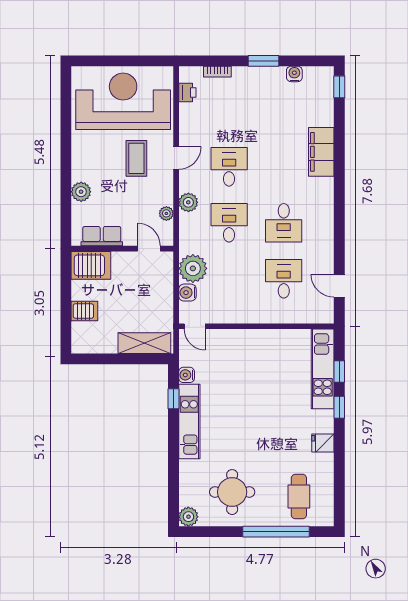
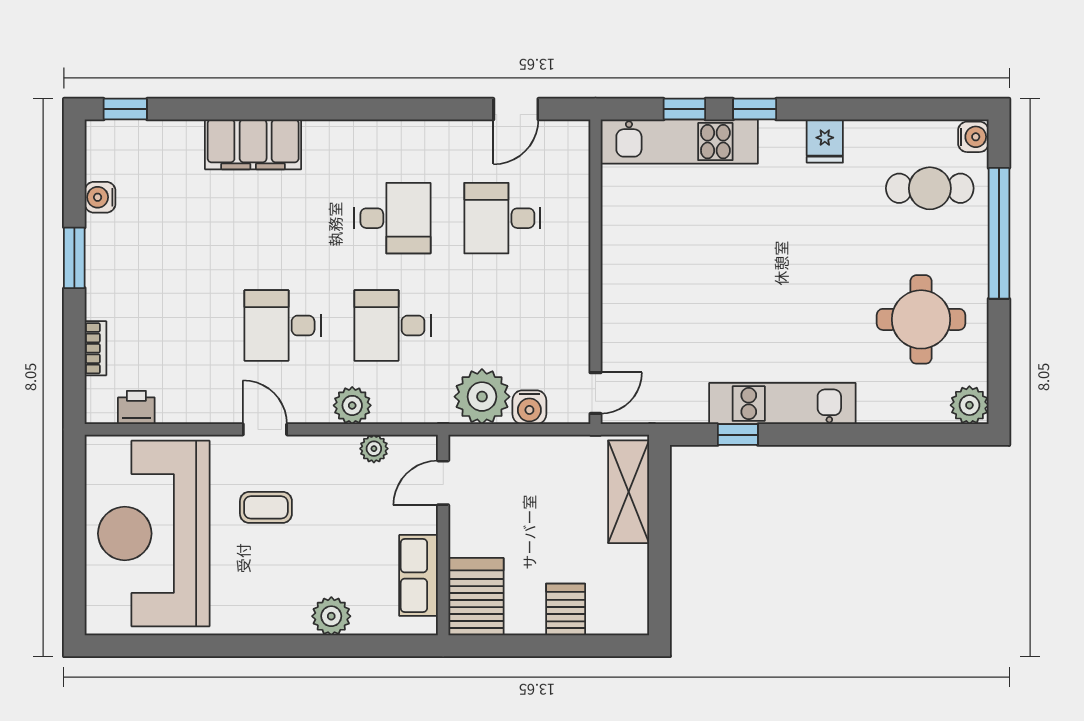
coffee table: (136, 158) -> (266, 507), width x0.73, depth x0.77
water cooler: (187, 375) -> (973, 137), moved, turned -90

